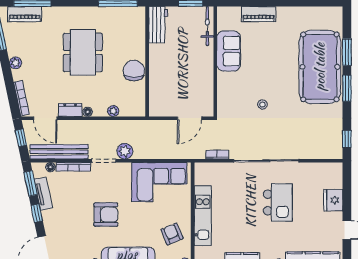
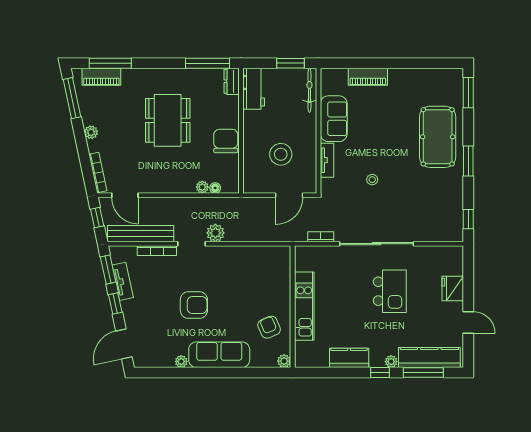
window: (347, 52) -> (468, 93), moved
pool table: (320, 67) -> (438, 137), width x0.73, depth x0.76
stool: (182, 82) -> (281, 154), added
tv unit: (223, 87) -> (327, 160), added
dresser: (70, 110) -> (232, 81), moved, turned -90
floor lamp: (88, 112) -> (215, 188), moved
floor lamp: (50, 167) -> (131, 251), removed
corner sofa: (159, 182) -> (255, 268), removed

